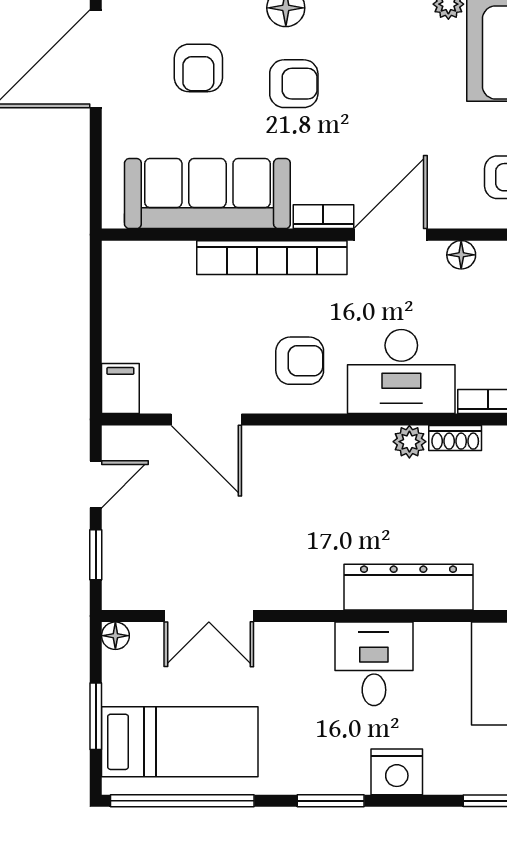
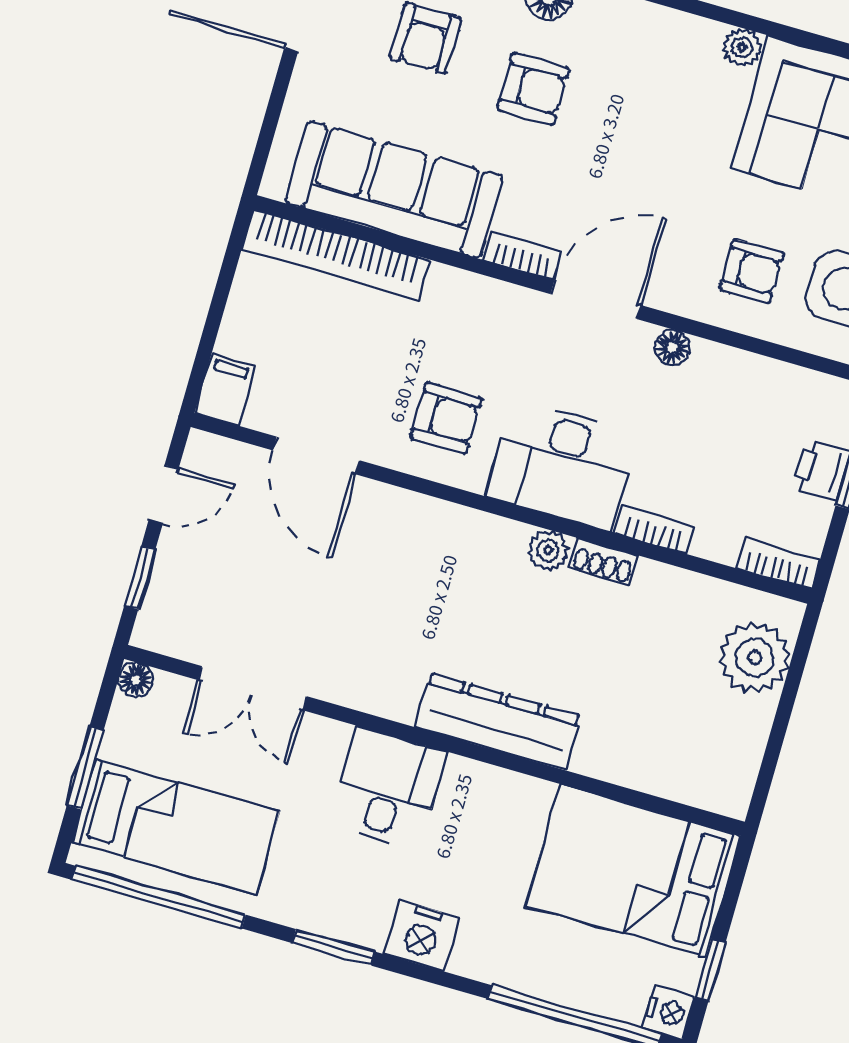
bookcase: (272, 258) -> (336, 254), moved
desk: (374, 664) -> (388, 788), moved

